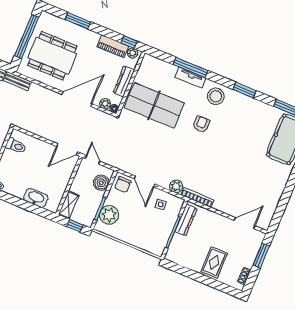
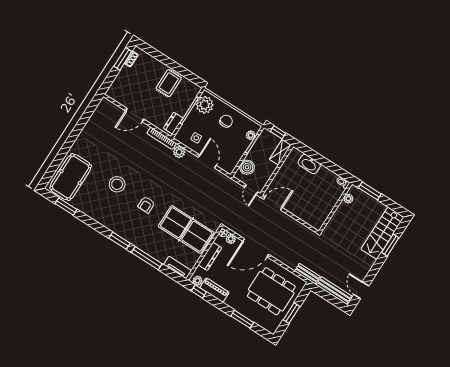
window: (27, 36) -> (292, 313), width x0.47
tv unit: (191, 78) -> (178, 268), moved
window: (245, 90) -> (119, 241), moved
stool: (216, 96) -> (117, 184), moved
toilet: (16, 146) -> (319, 215), removed
chair: (123, 185) -> (226, 121), moved
plant: (109, 215) -> (251, 135), width x0.53, depth x0.53
dresser: (186, 220) -> (173, 123), width x0.70
door: (245, 223) -> (135, 115), moved
plant: (158, 241) -> (205, 105), added
window: (261, 256) -> (123, 59), moved
rug: (214, 262) -> (169, 83), moved

